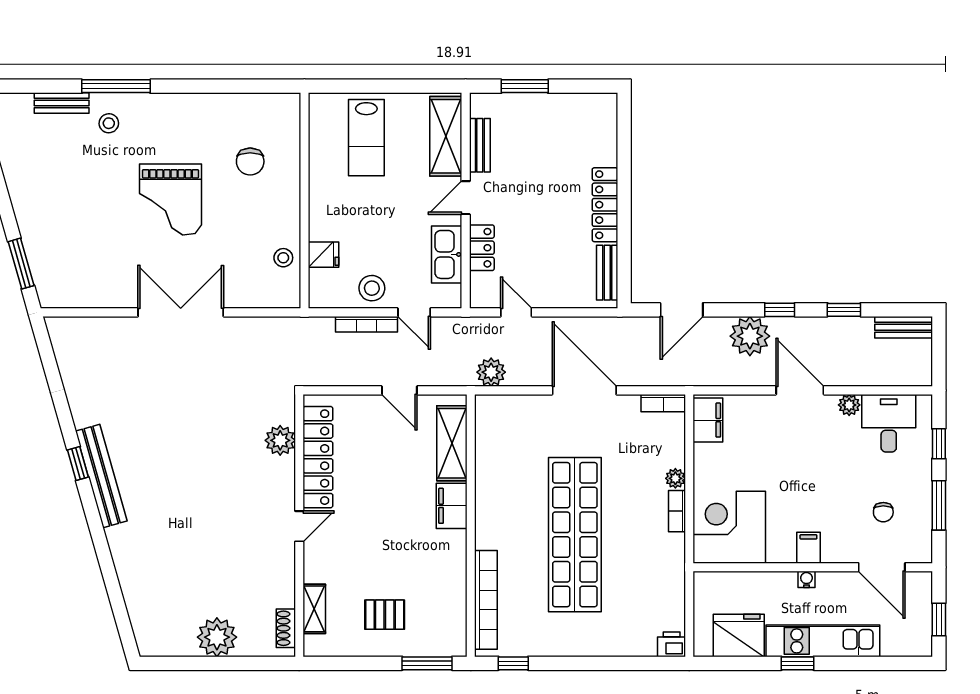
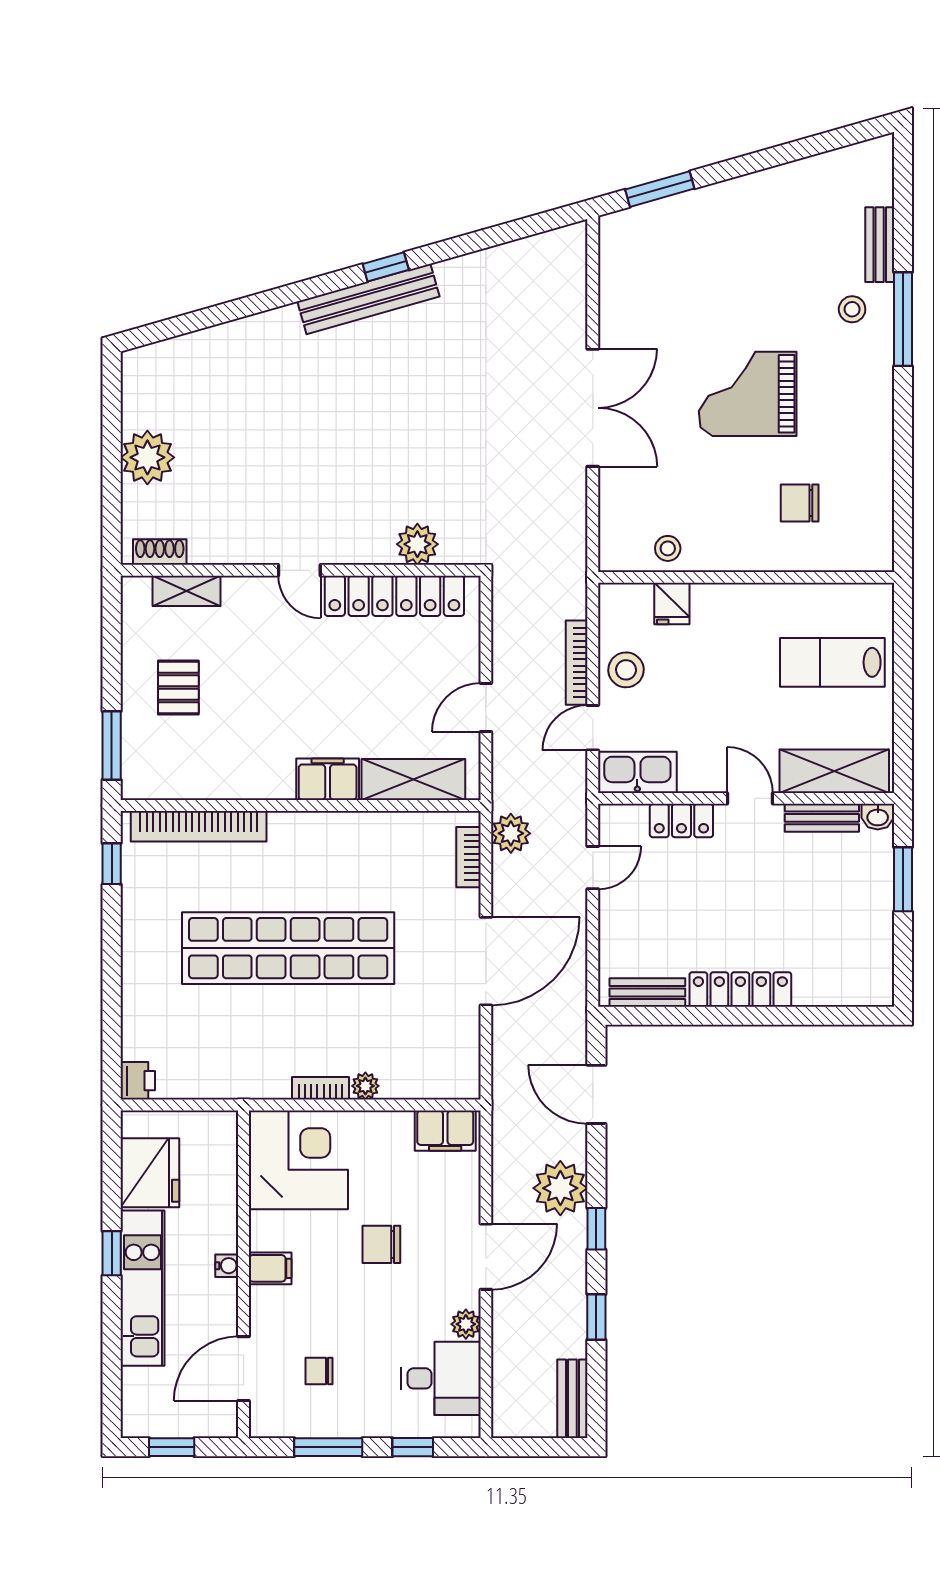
washbasin: (479, 105) -> (878, 817), added
kitchen sink: (447, 254) -> (637, 772), moved
bookcase: (663, 403) -> (468, 857), moved
chair: (791, 467) -> (381, 1244), added

